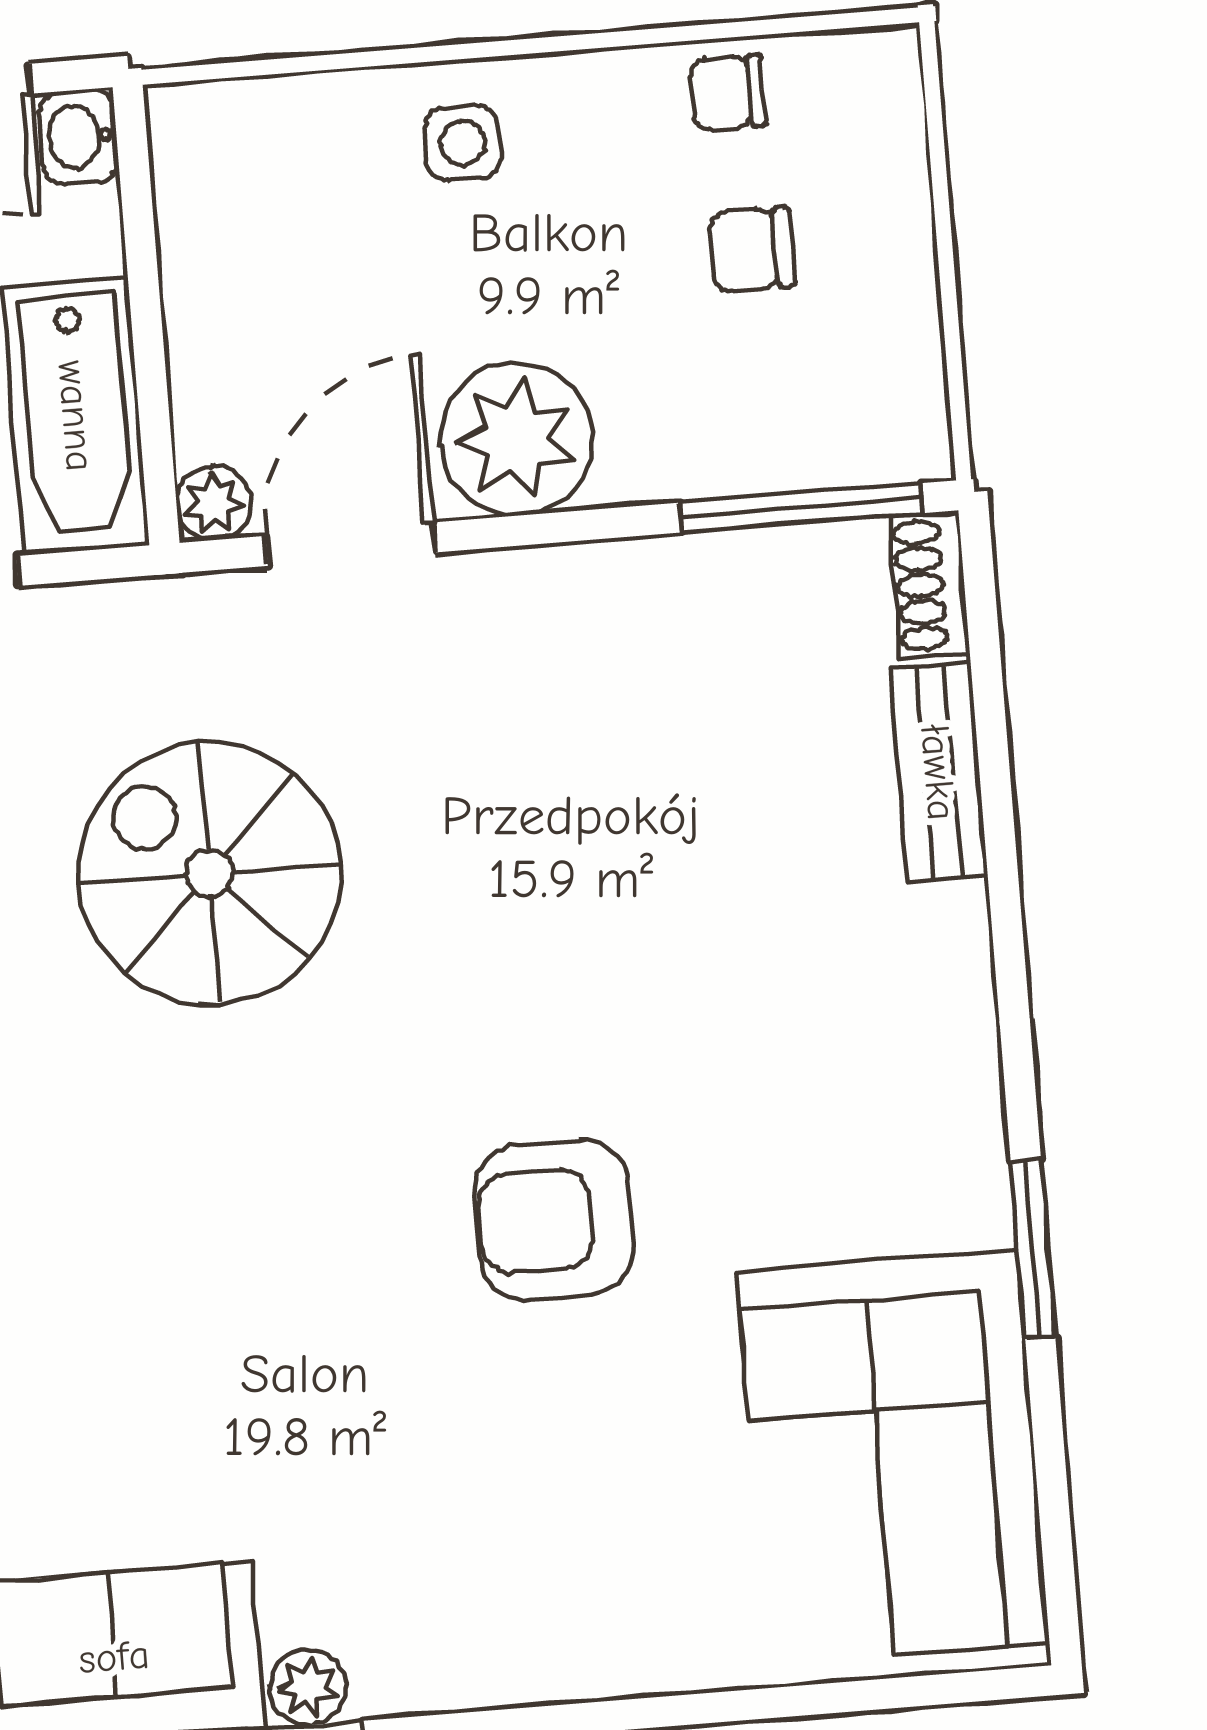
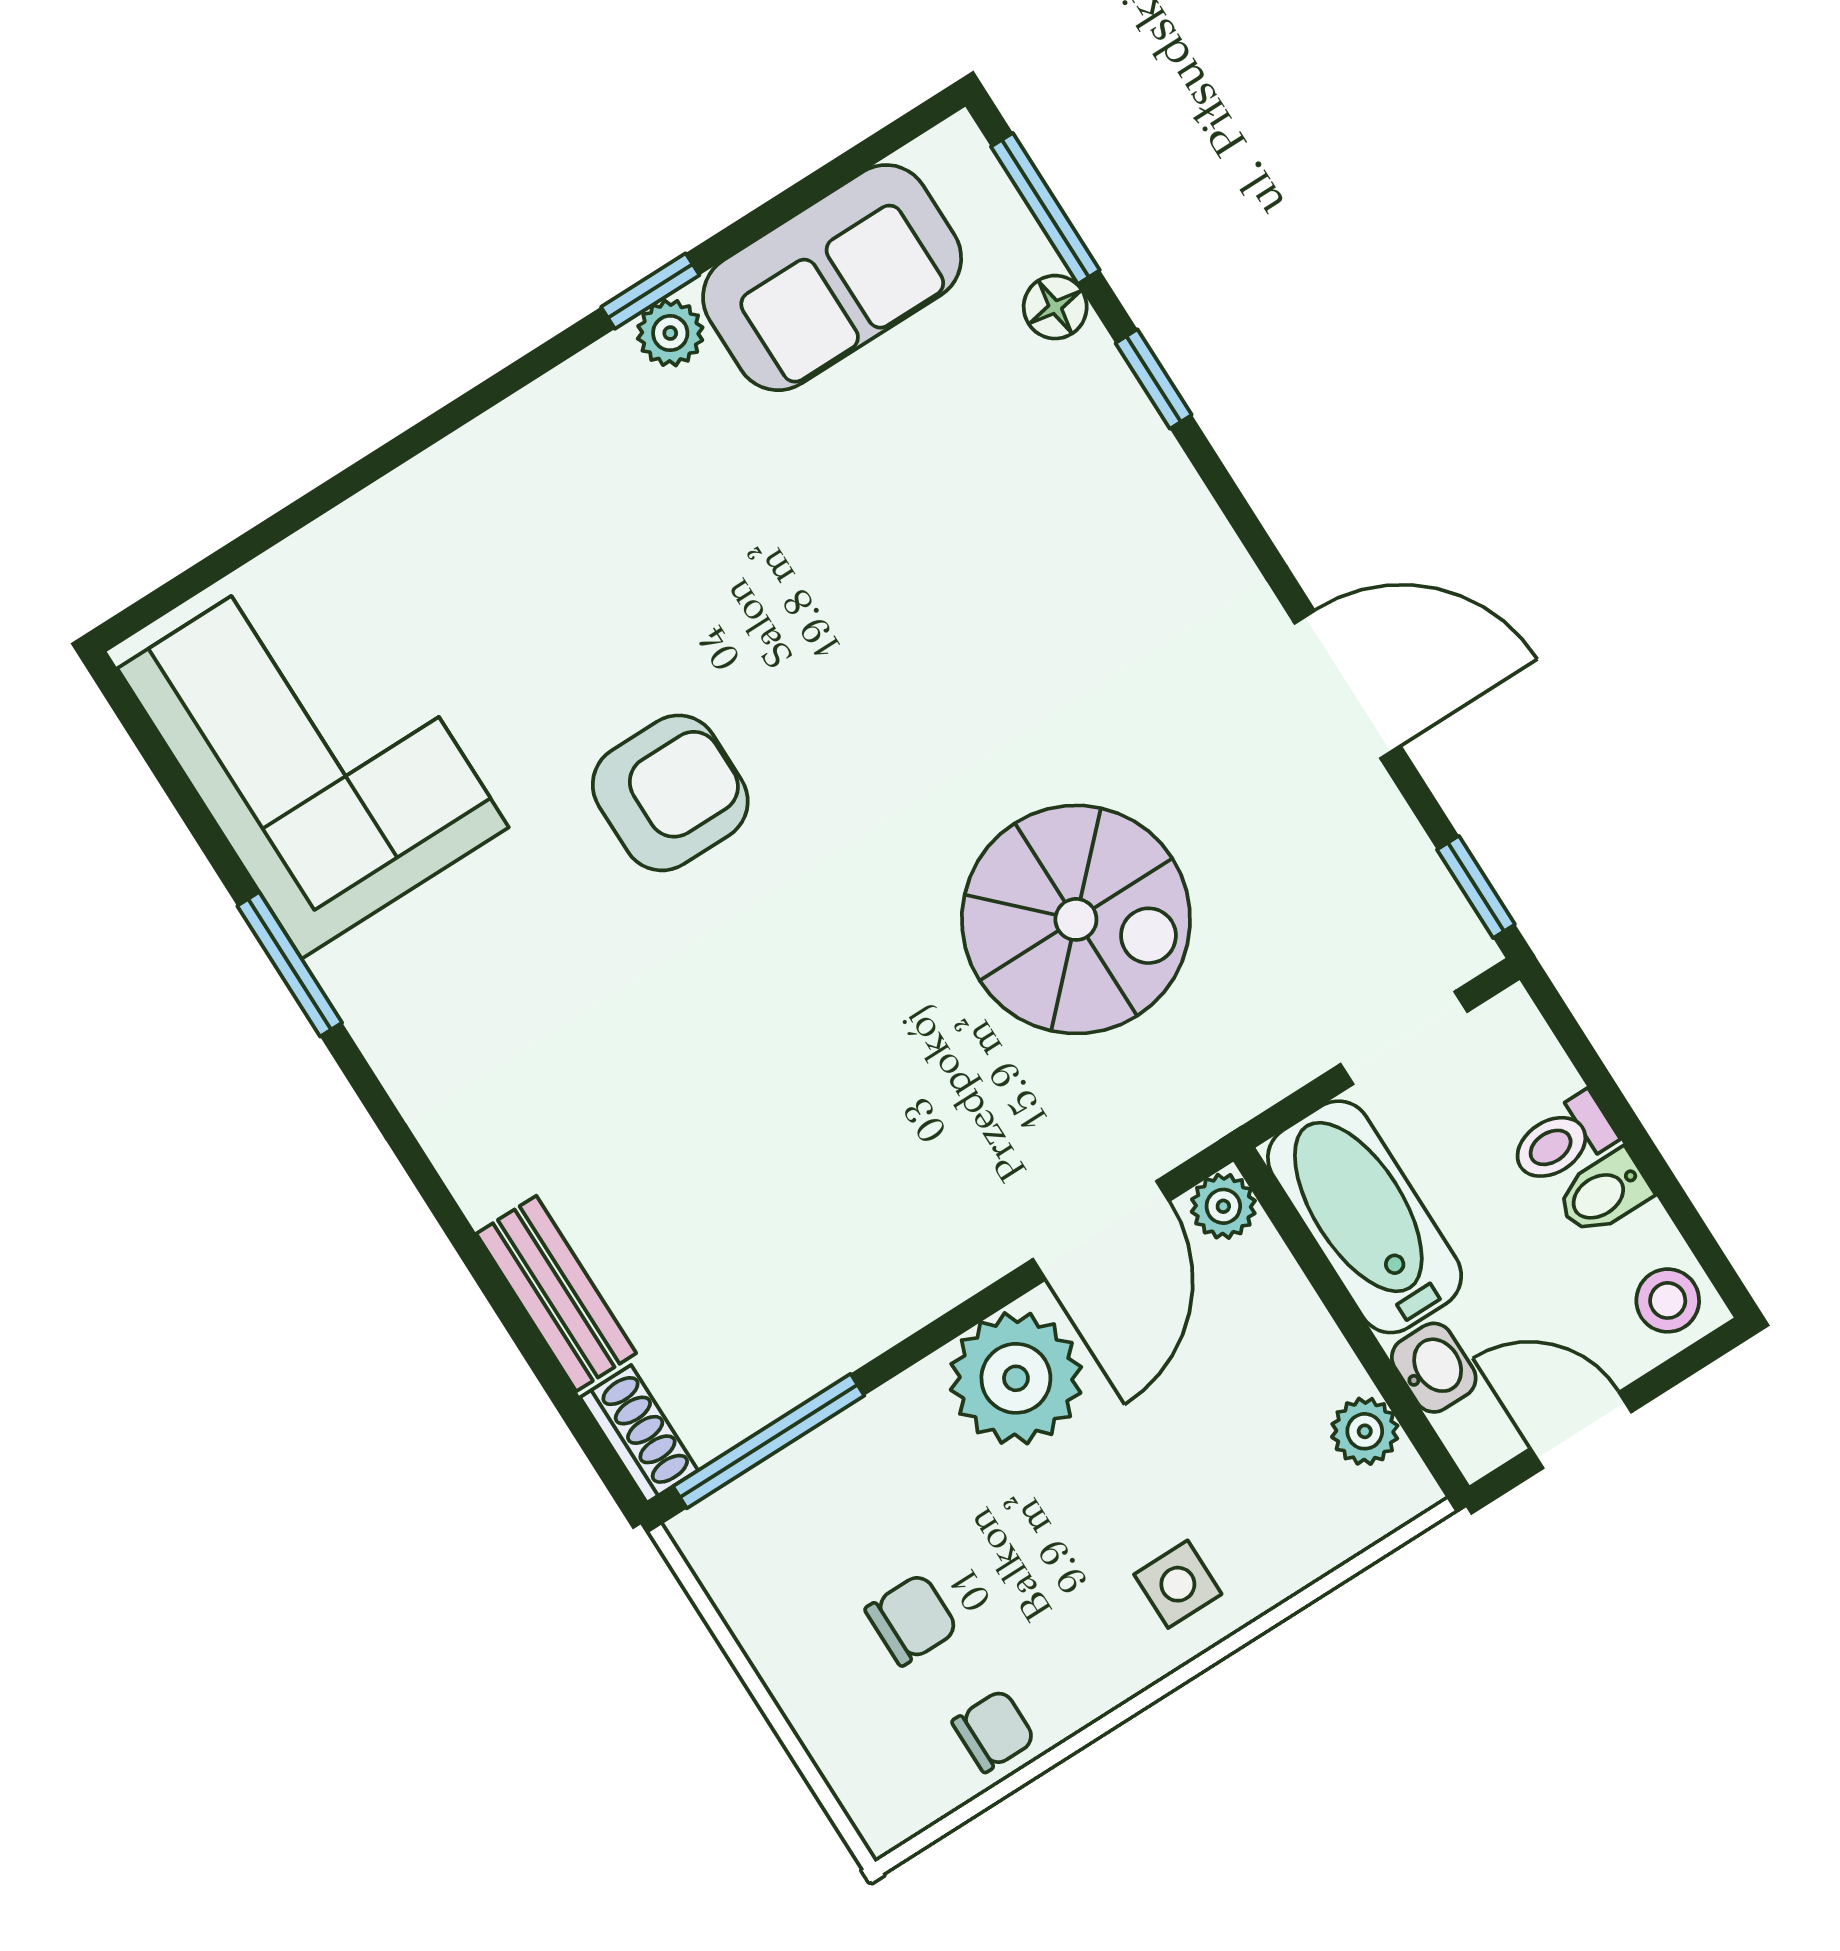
washbasin: (79, 137) -> (1434, 1368), moved
plant: (190, 198) -> (1365, 1431), added

